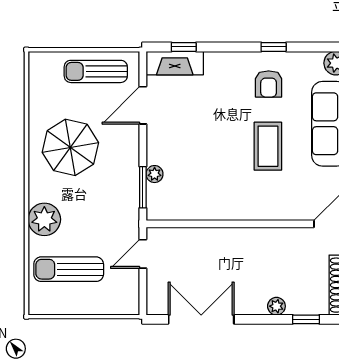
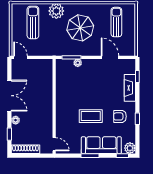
fireplace: (175, 63) -> (130, 88), moved
sun lounger: (96, 71) -> (116, 22), moved
parasol: (70, 147) -> (80, 28), moved
door: (143, 254) -> (20, 57), moved
double door: (201, 319) -> (9, 96), moved

